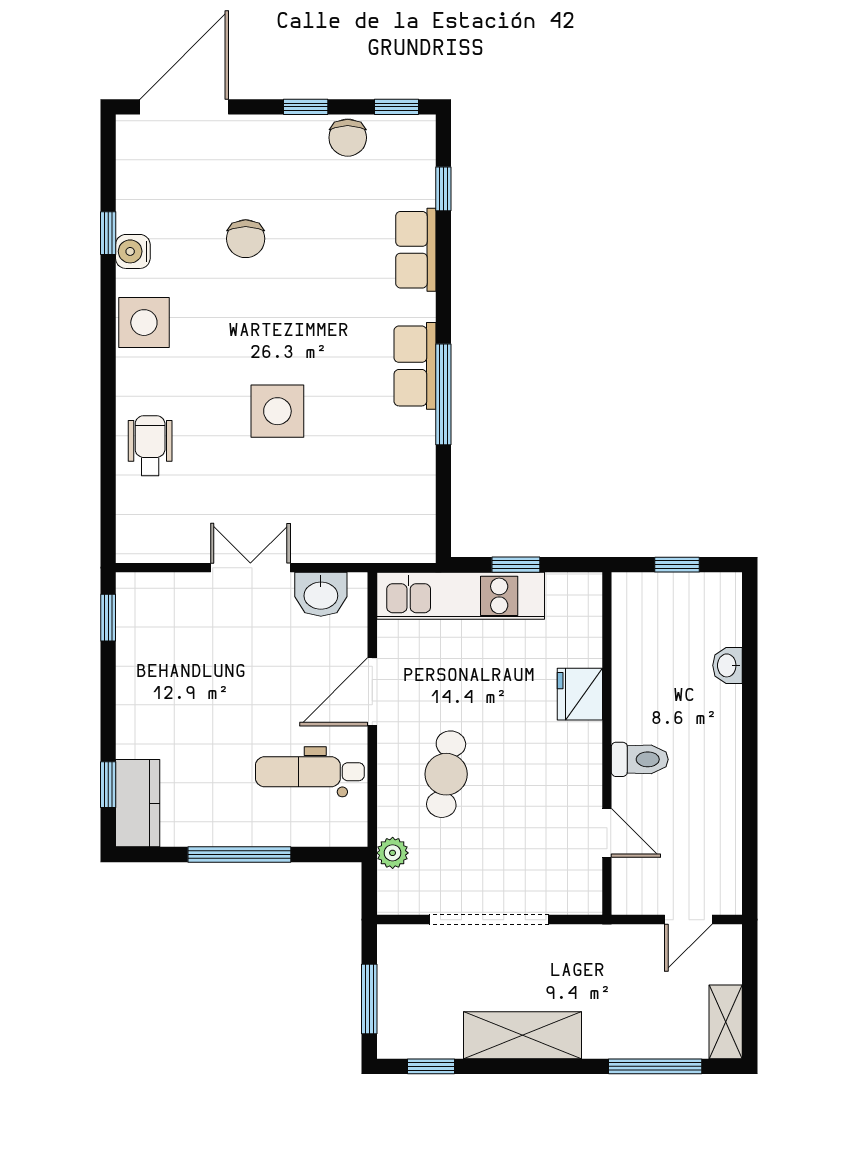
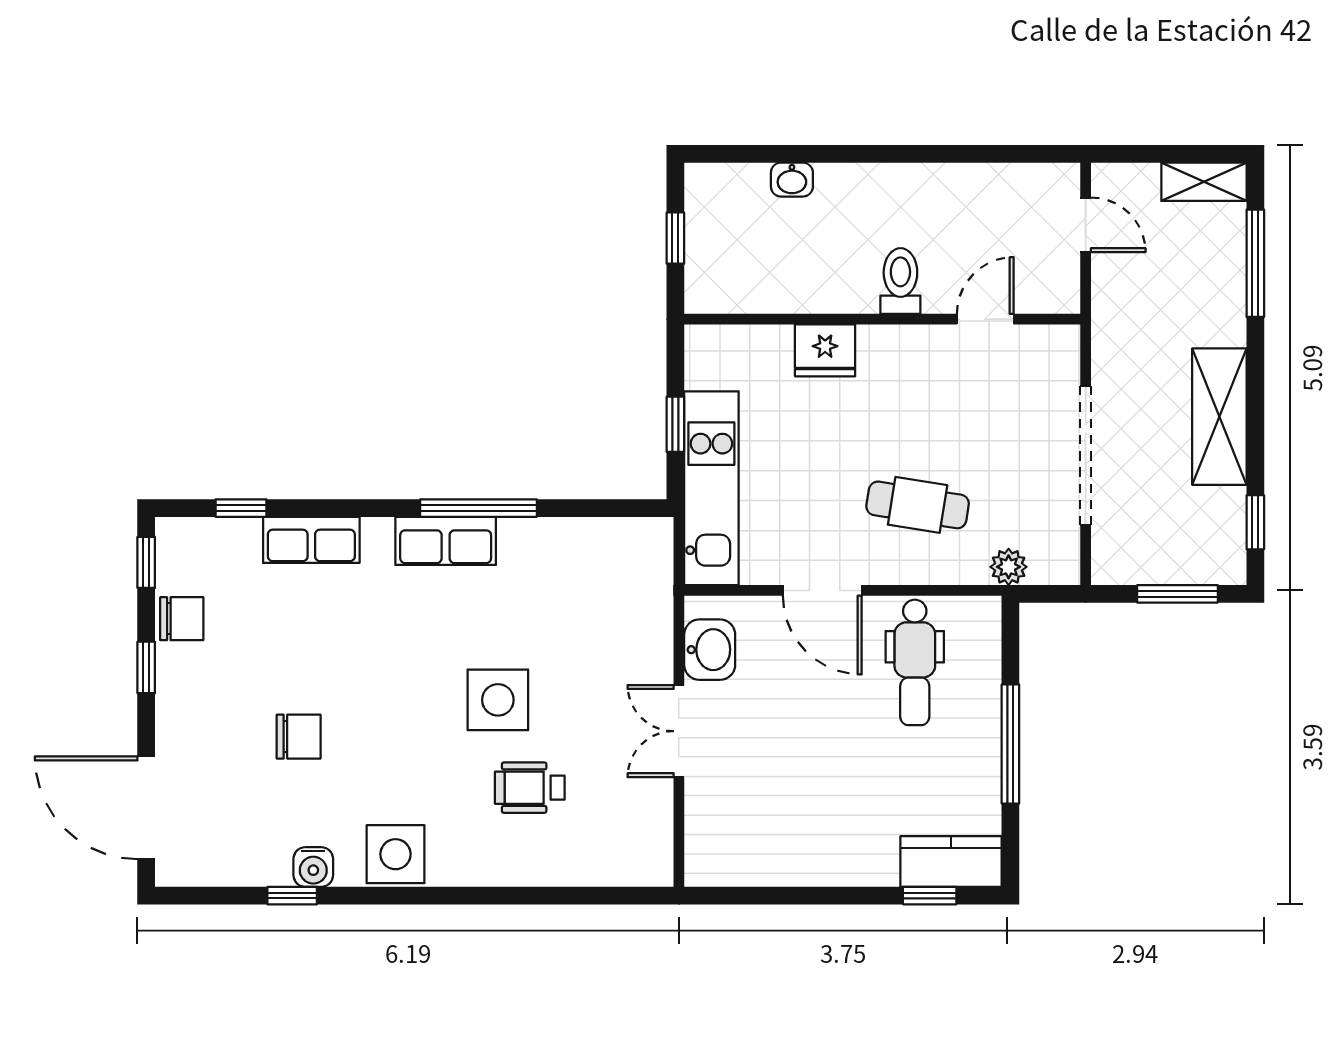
wheelchair: (150, 446) -> (530, 788), moved
window: (108, 618) -> (737, 896), removed

